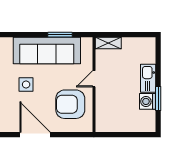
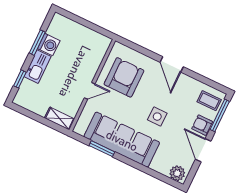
window: (158, 60) -> (20, 79), added
armchair: (70, 104) -> (124, 77), turned -90
door: (35, 135) -> (172, 64), width x0.73

